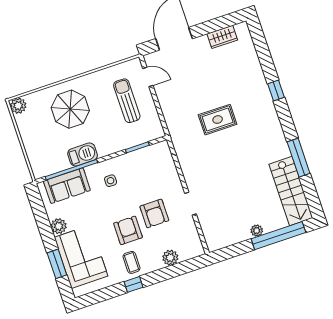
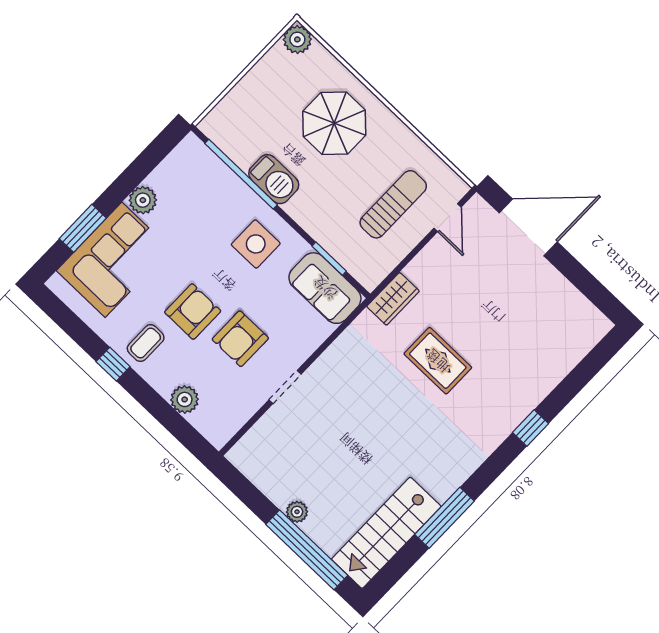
wardrobe: (222, 37) -> (393, 299), moved, turned -90
side table: (111, 181) -> (256, 244), width x1.87, depth x1.87
sofa: (67, 186) -> (325, 288), moved

